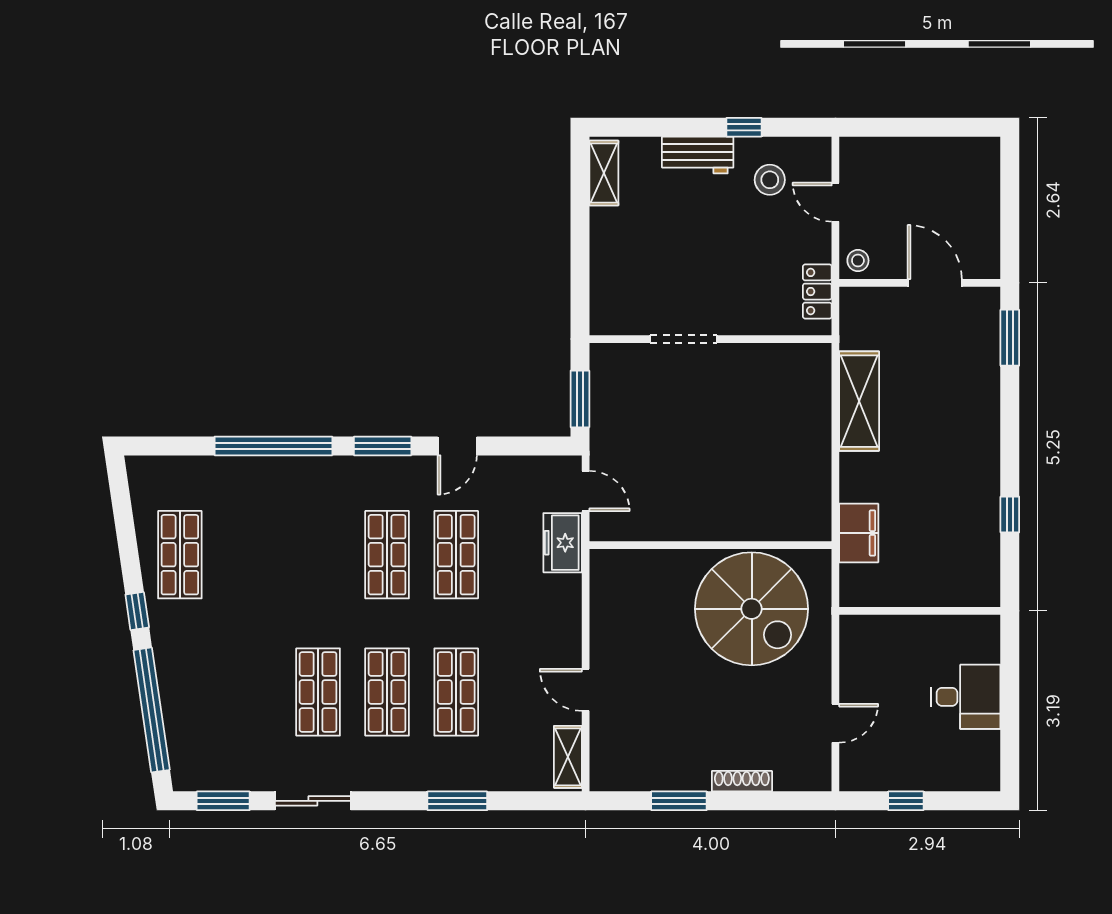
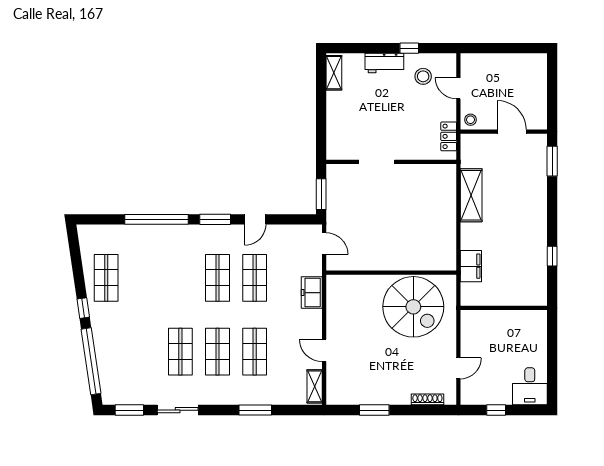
freezer: (563, 543) -> (312, 293), moved
desk: (966, 697) -> (530, 386), moved, turned 90
shoe rack: (742, 781) -> (427, 399), moved

